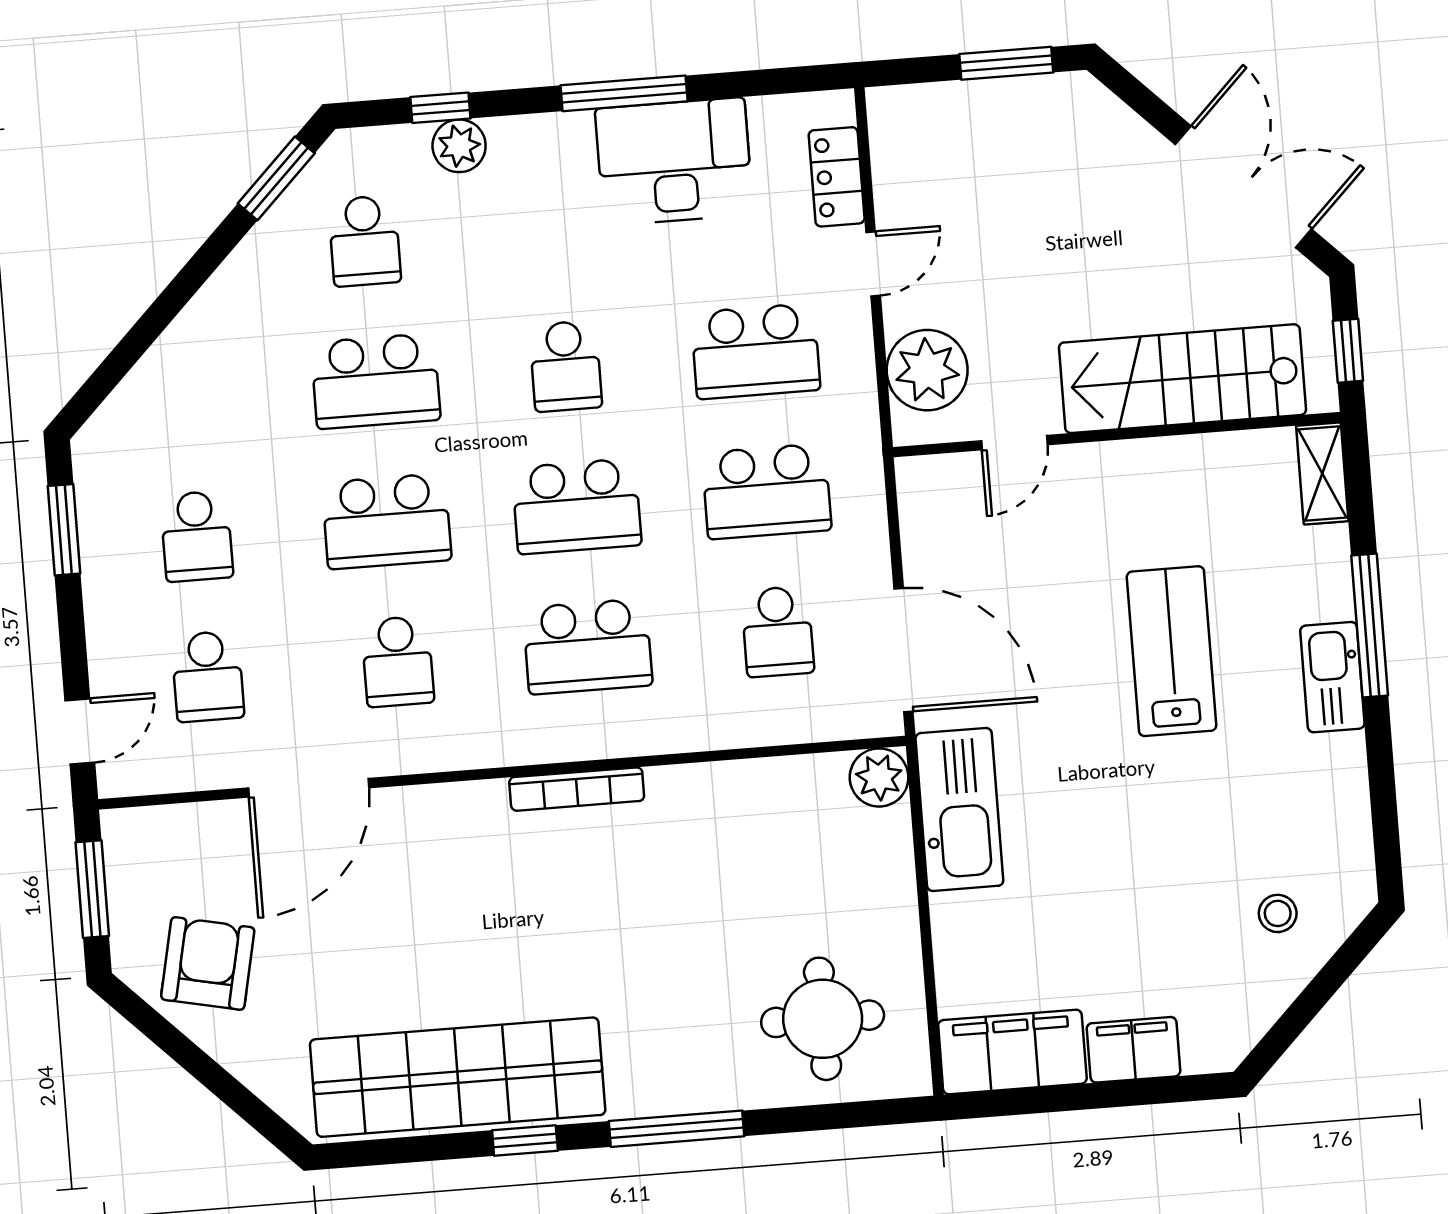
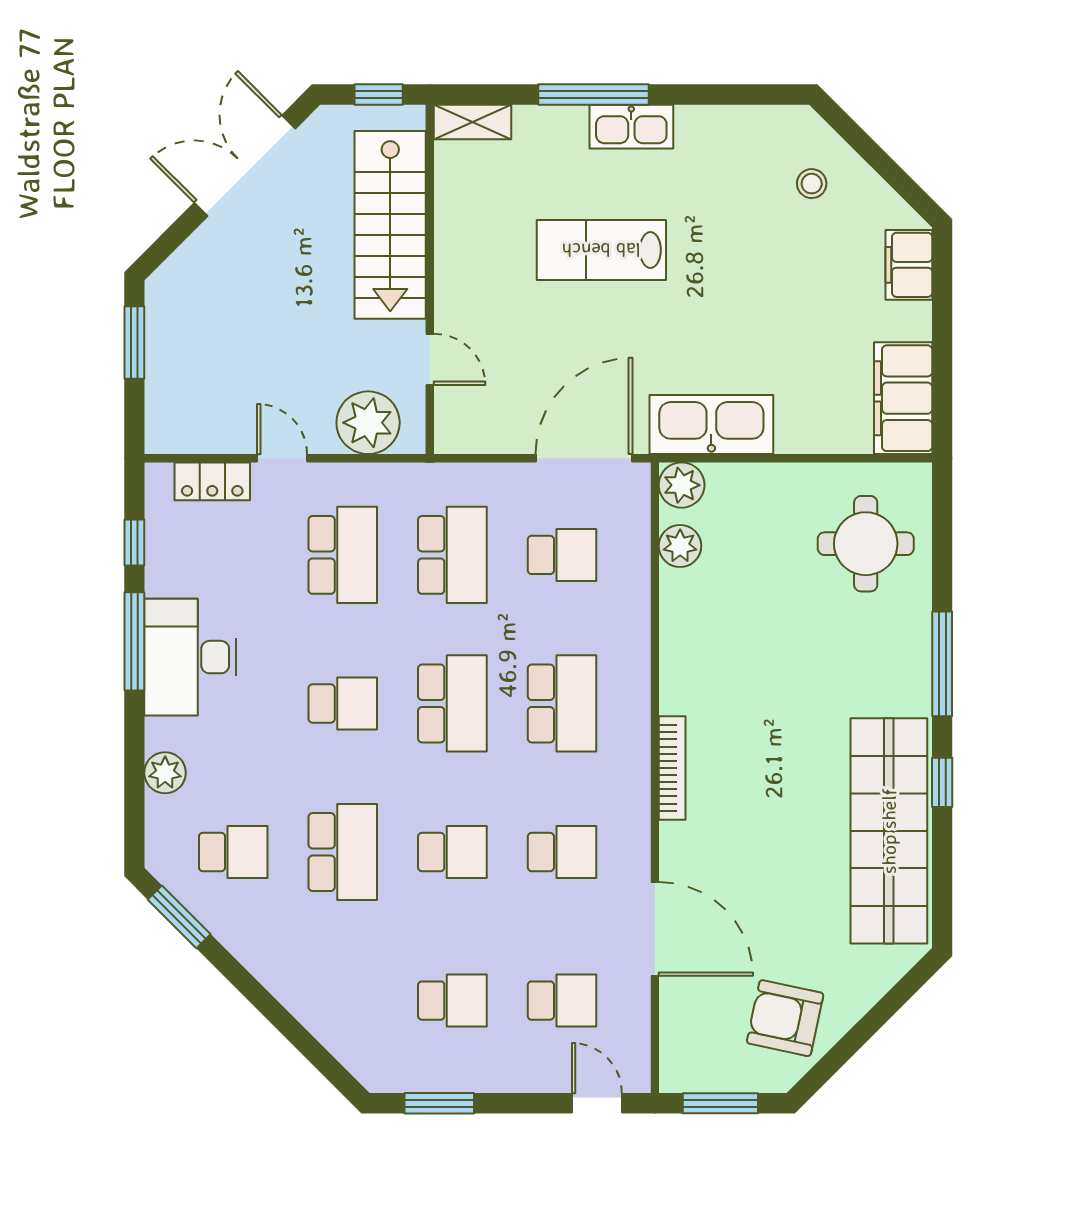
window: (440, 108) -> (134, 543), moved
desk: (674, 161) -> (190, 657), moved
school desk: (387, 521) -> (452, 852), width x0.54
plant: (801, 782) -> (680, 546), added
bookcase: (577, 789) -> (672, 768), moved
filing cabinet: (1133, 1050) -> (909, 265), moved

